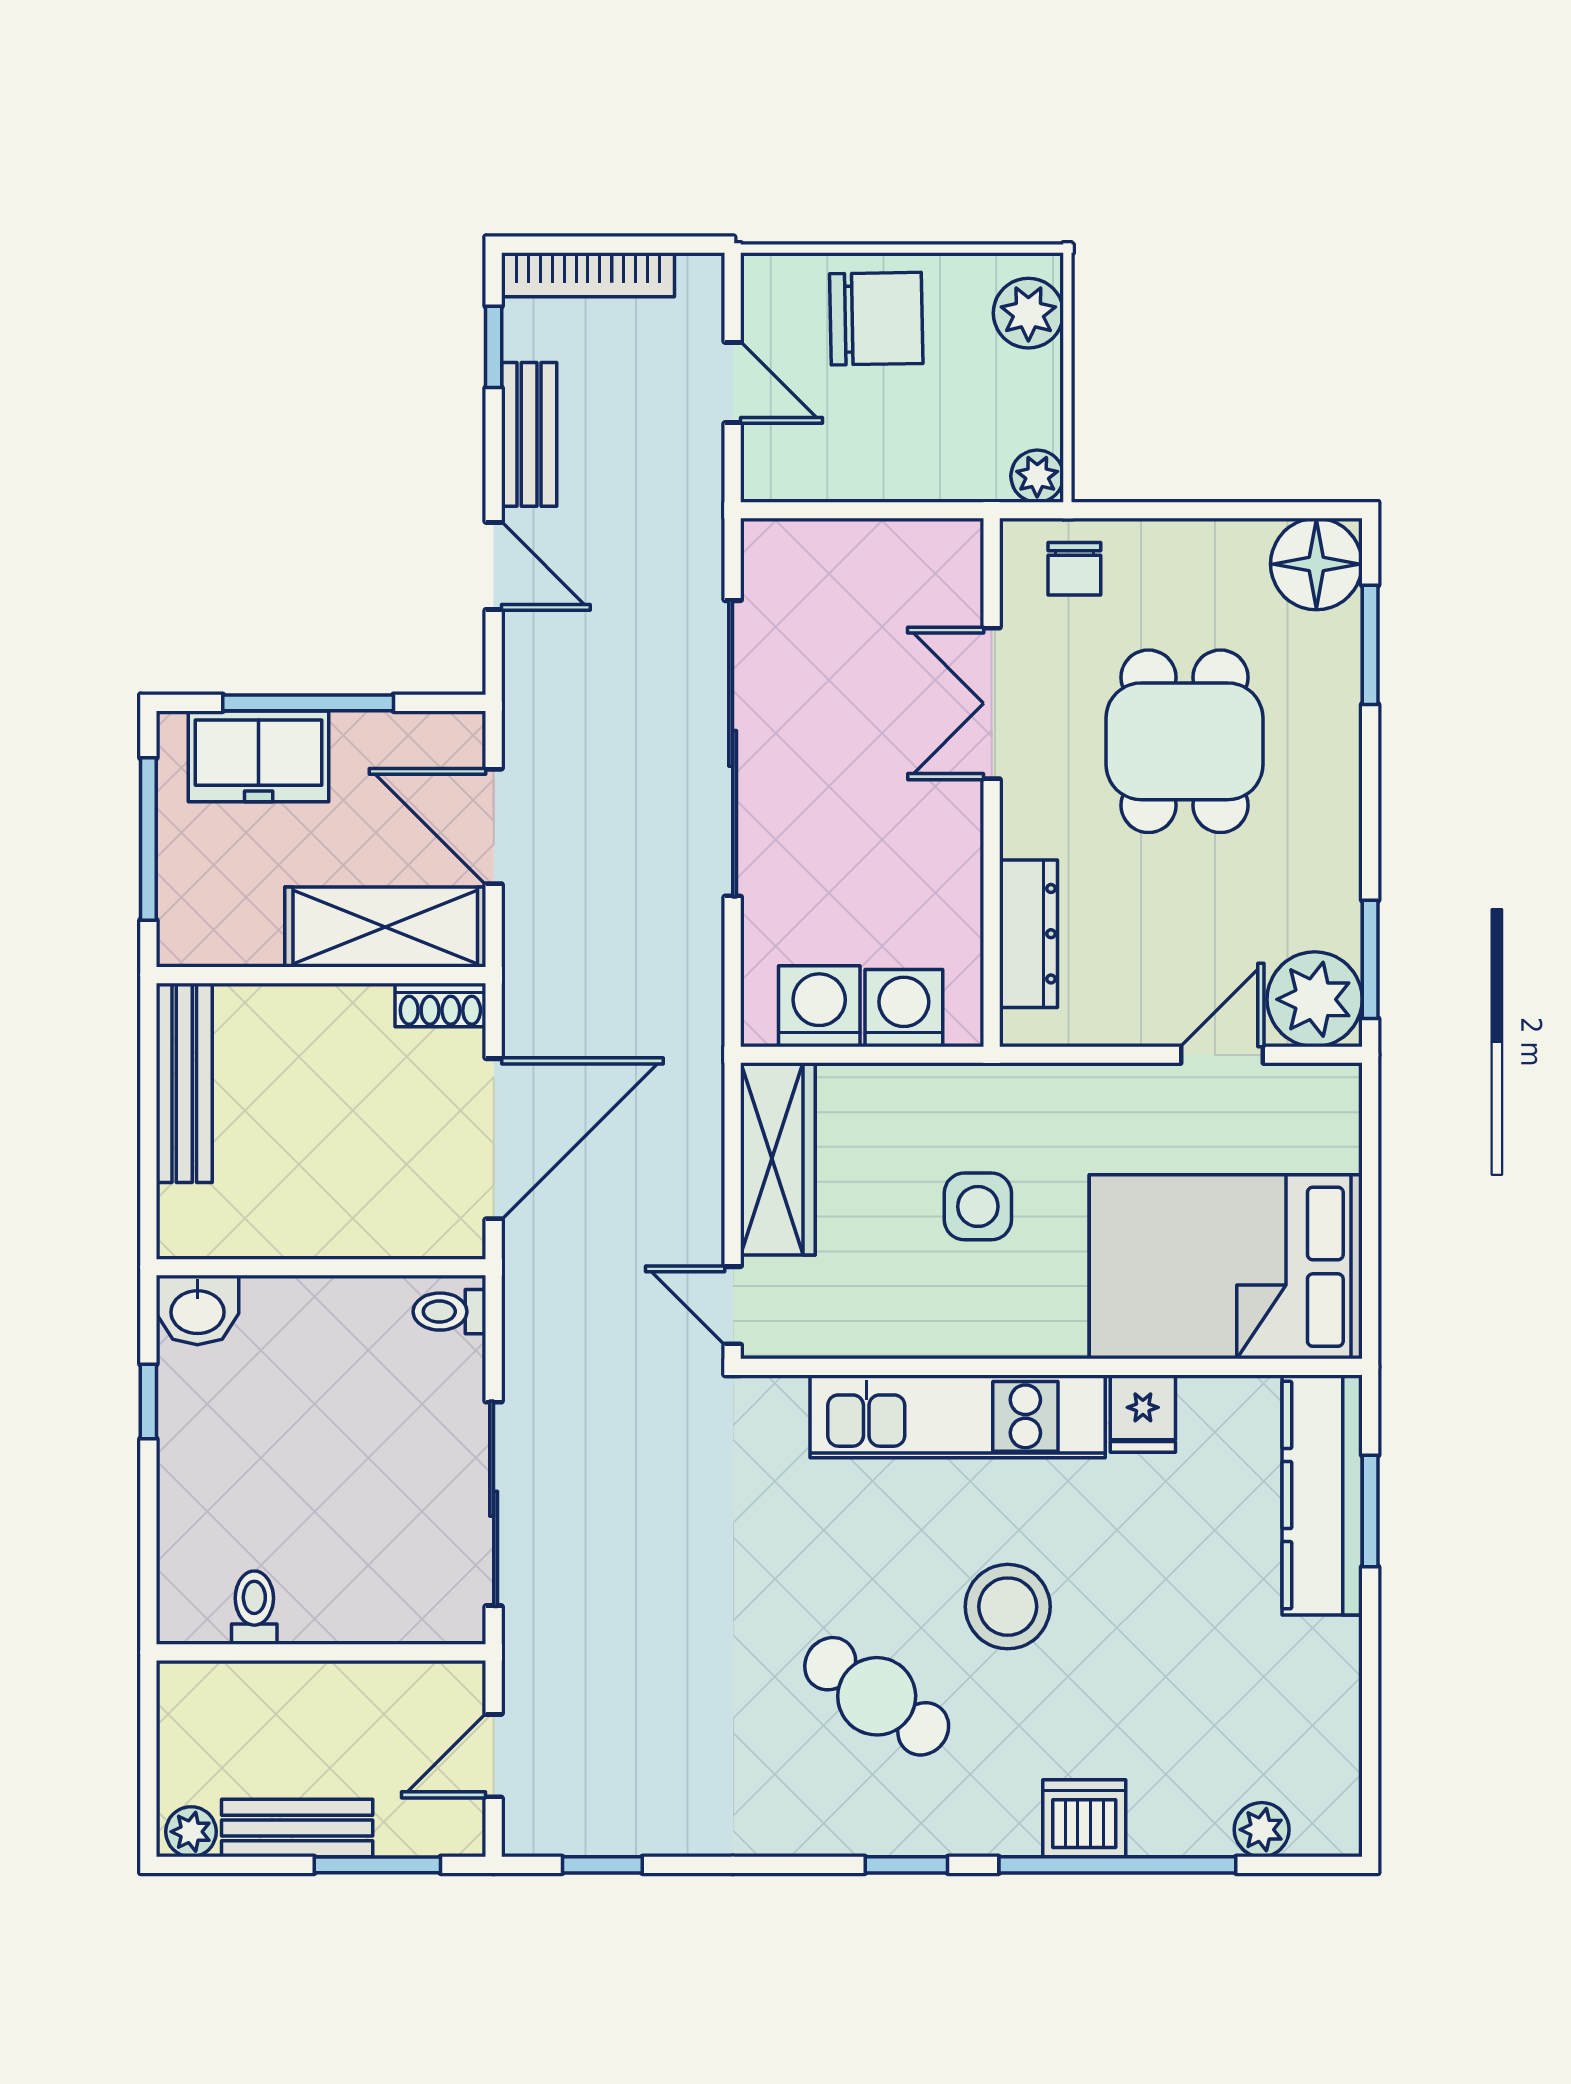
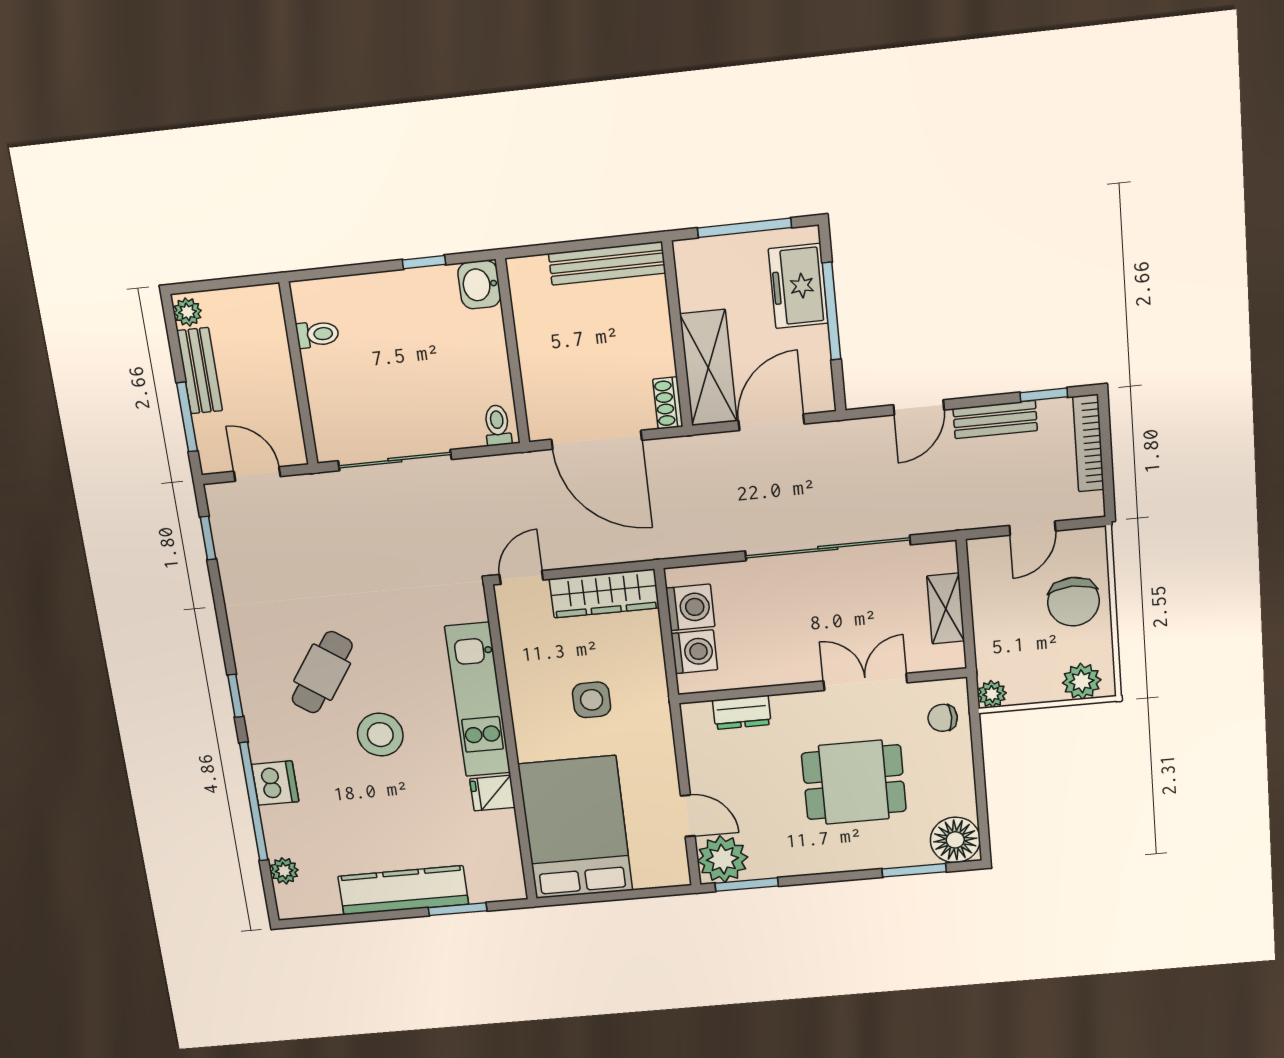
shelving: (867, 547) -> (946, 609), added
dresser: (1028, 934) -> (742, 712), width x0.70
kitchen counter: (1322, 1495) -> (403, 890), moved

